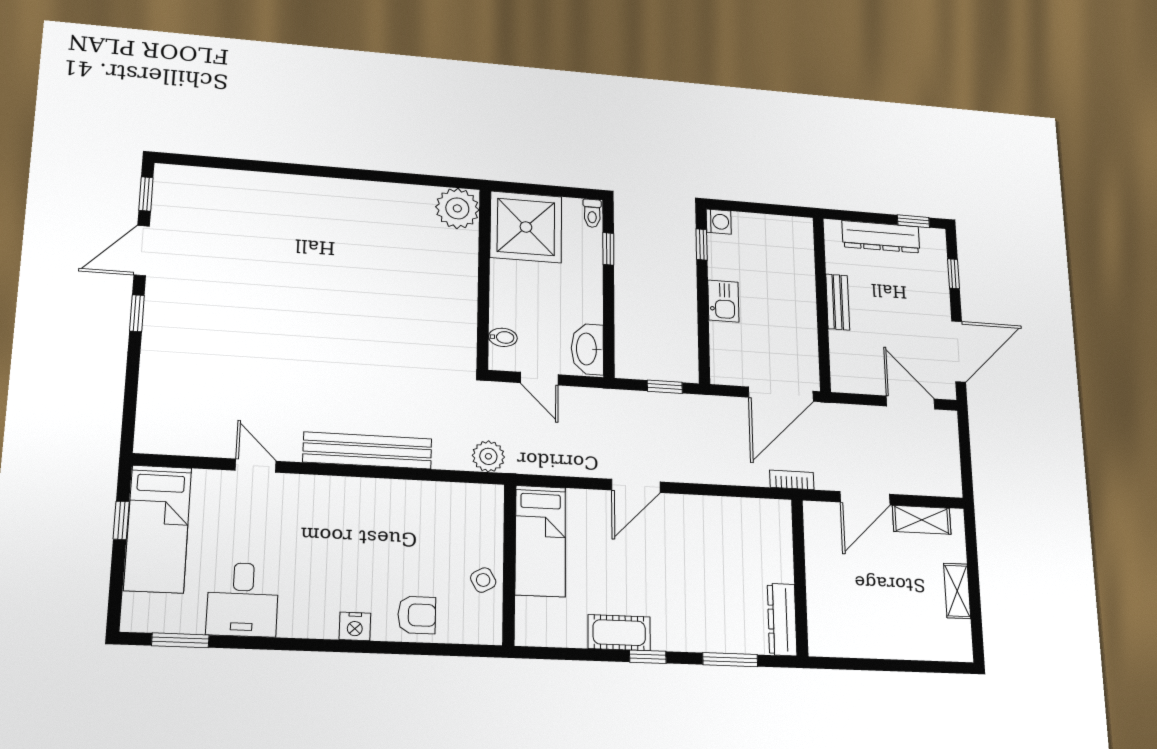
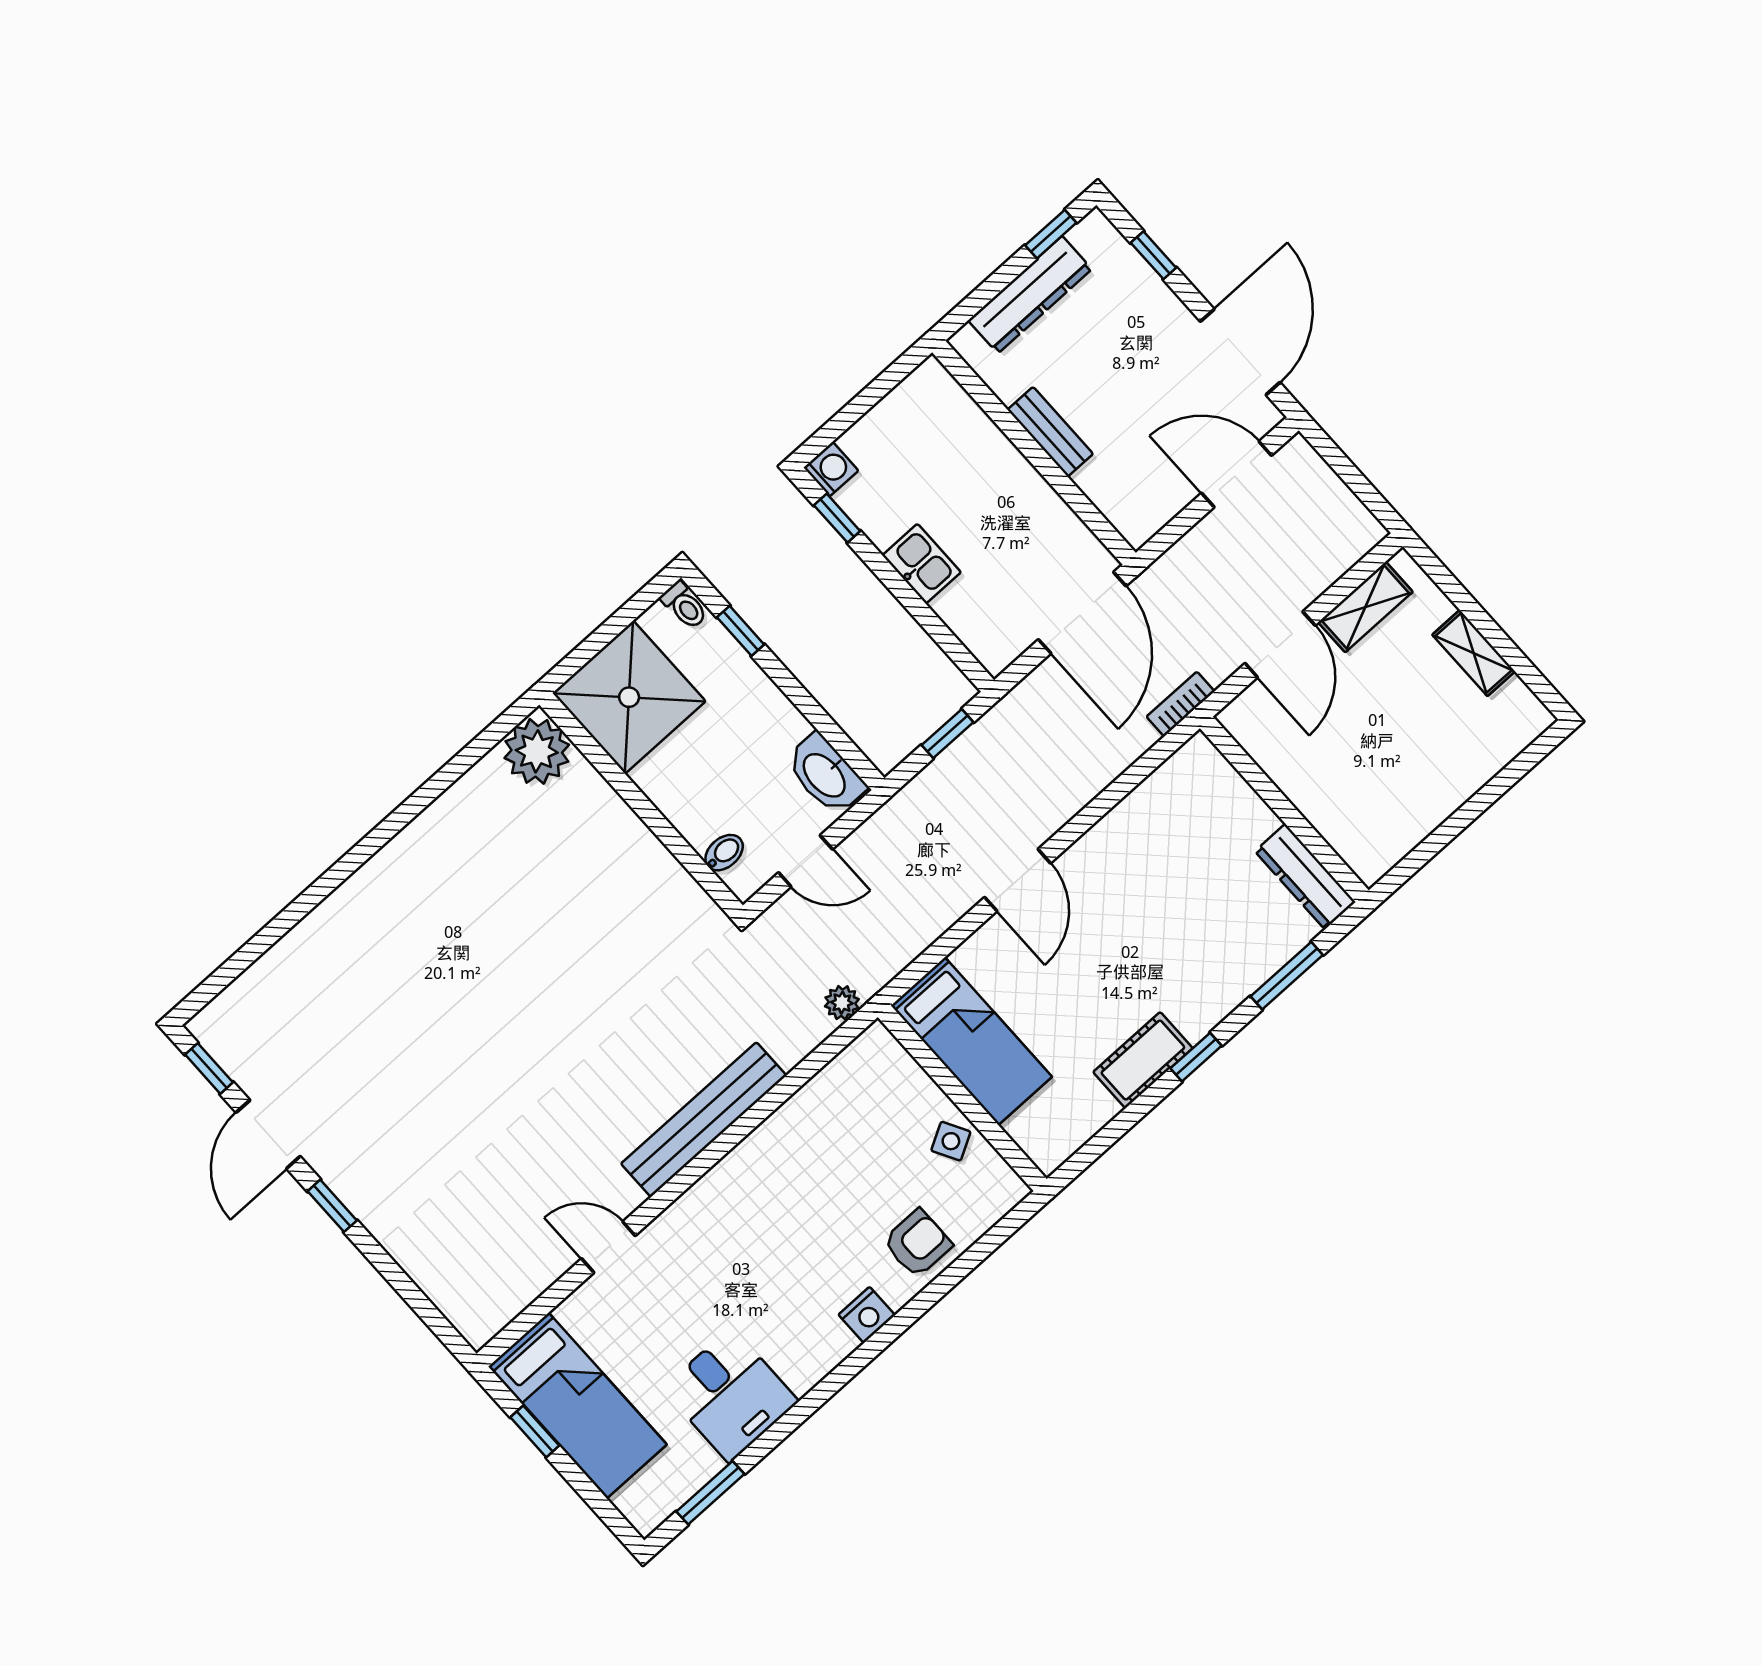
plant: (488, 456) -> (842, 1003), width x0.73, depth x0.73

